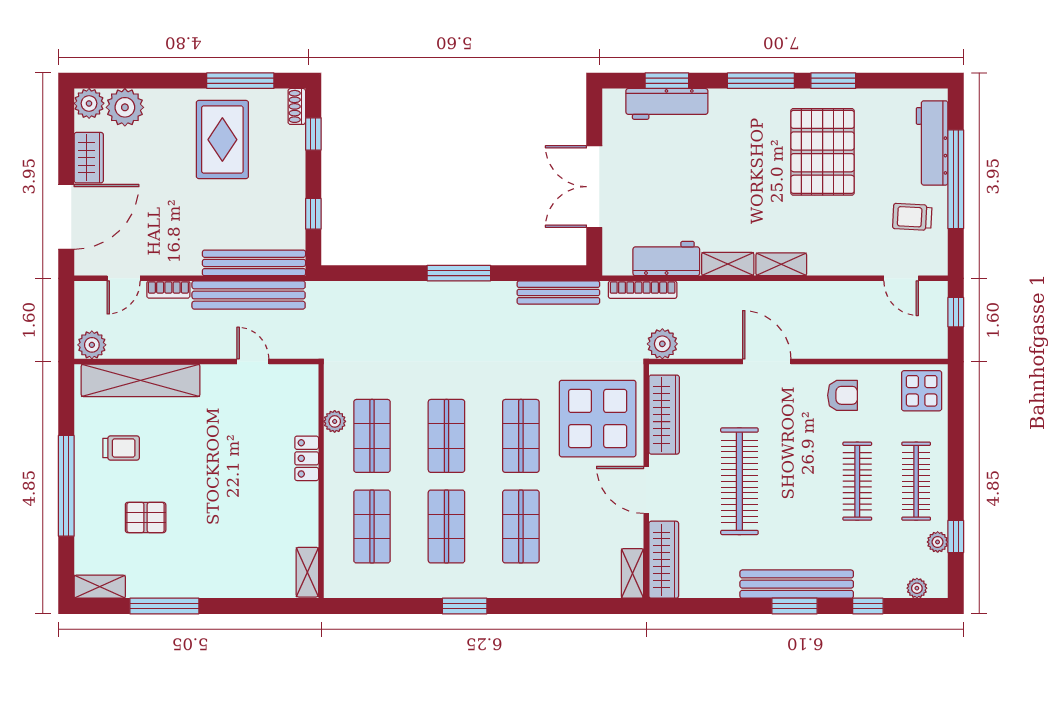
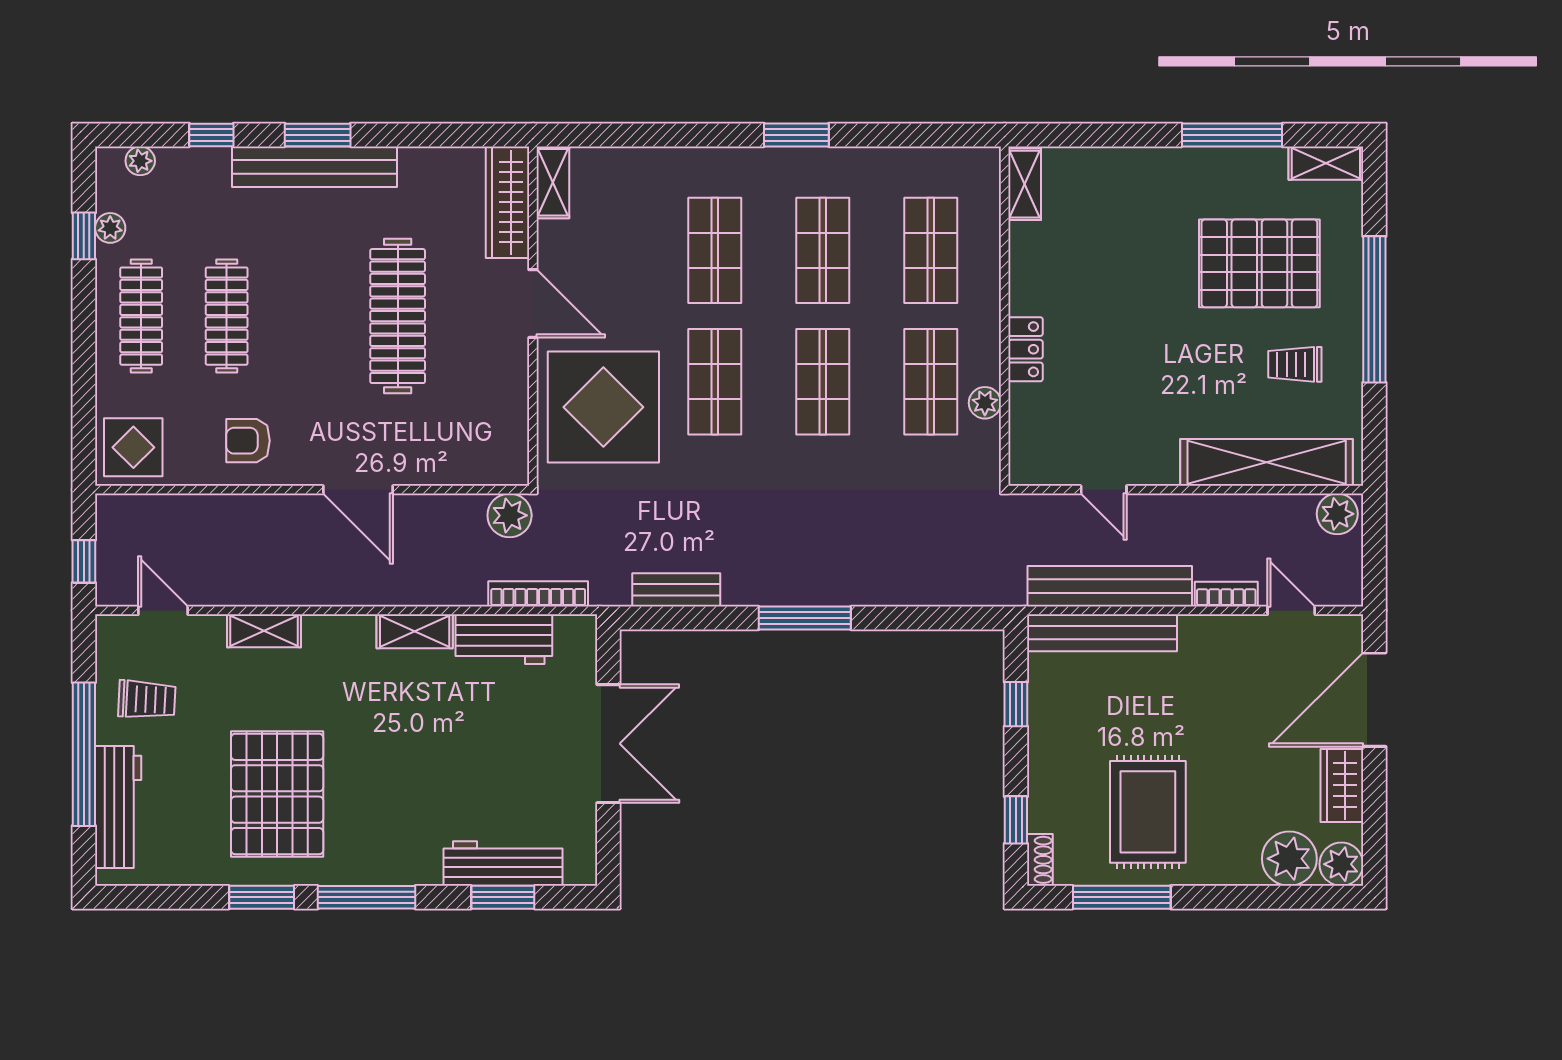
shelving: (781, 264) -> (264, 631), moved
door: (124, 278) -> (1291, 610), hinge flipped
bench: (558, 292) -> (676, 590), width x0.73
wardrobe: (664, 415) -> (507, 413), removed
pallet: (146, 518) -> (1259, 263), width x2.05, depth x2.00

